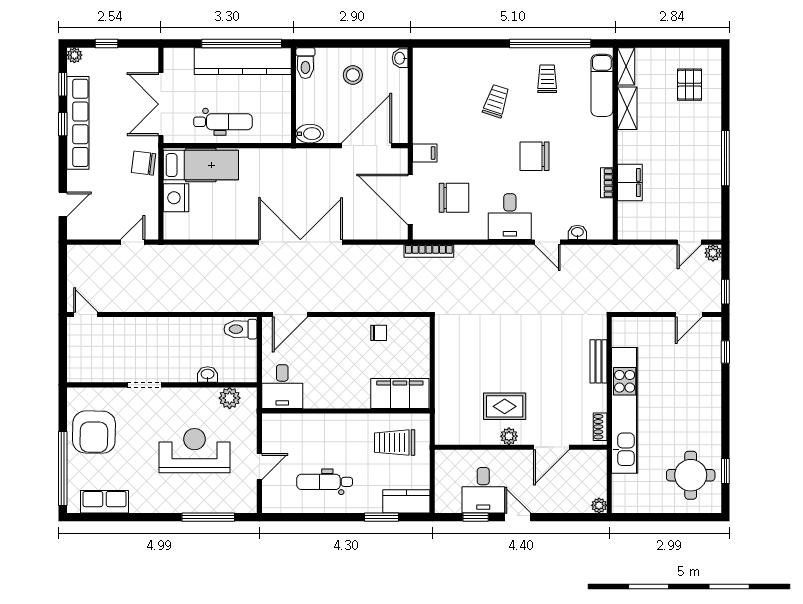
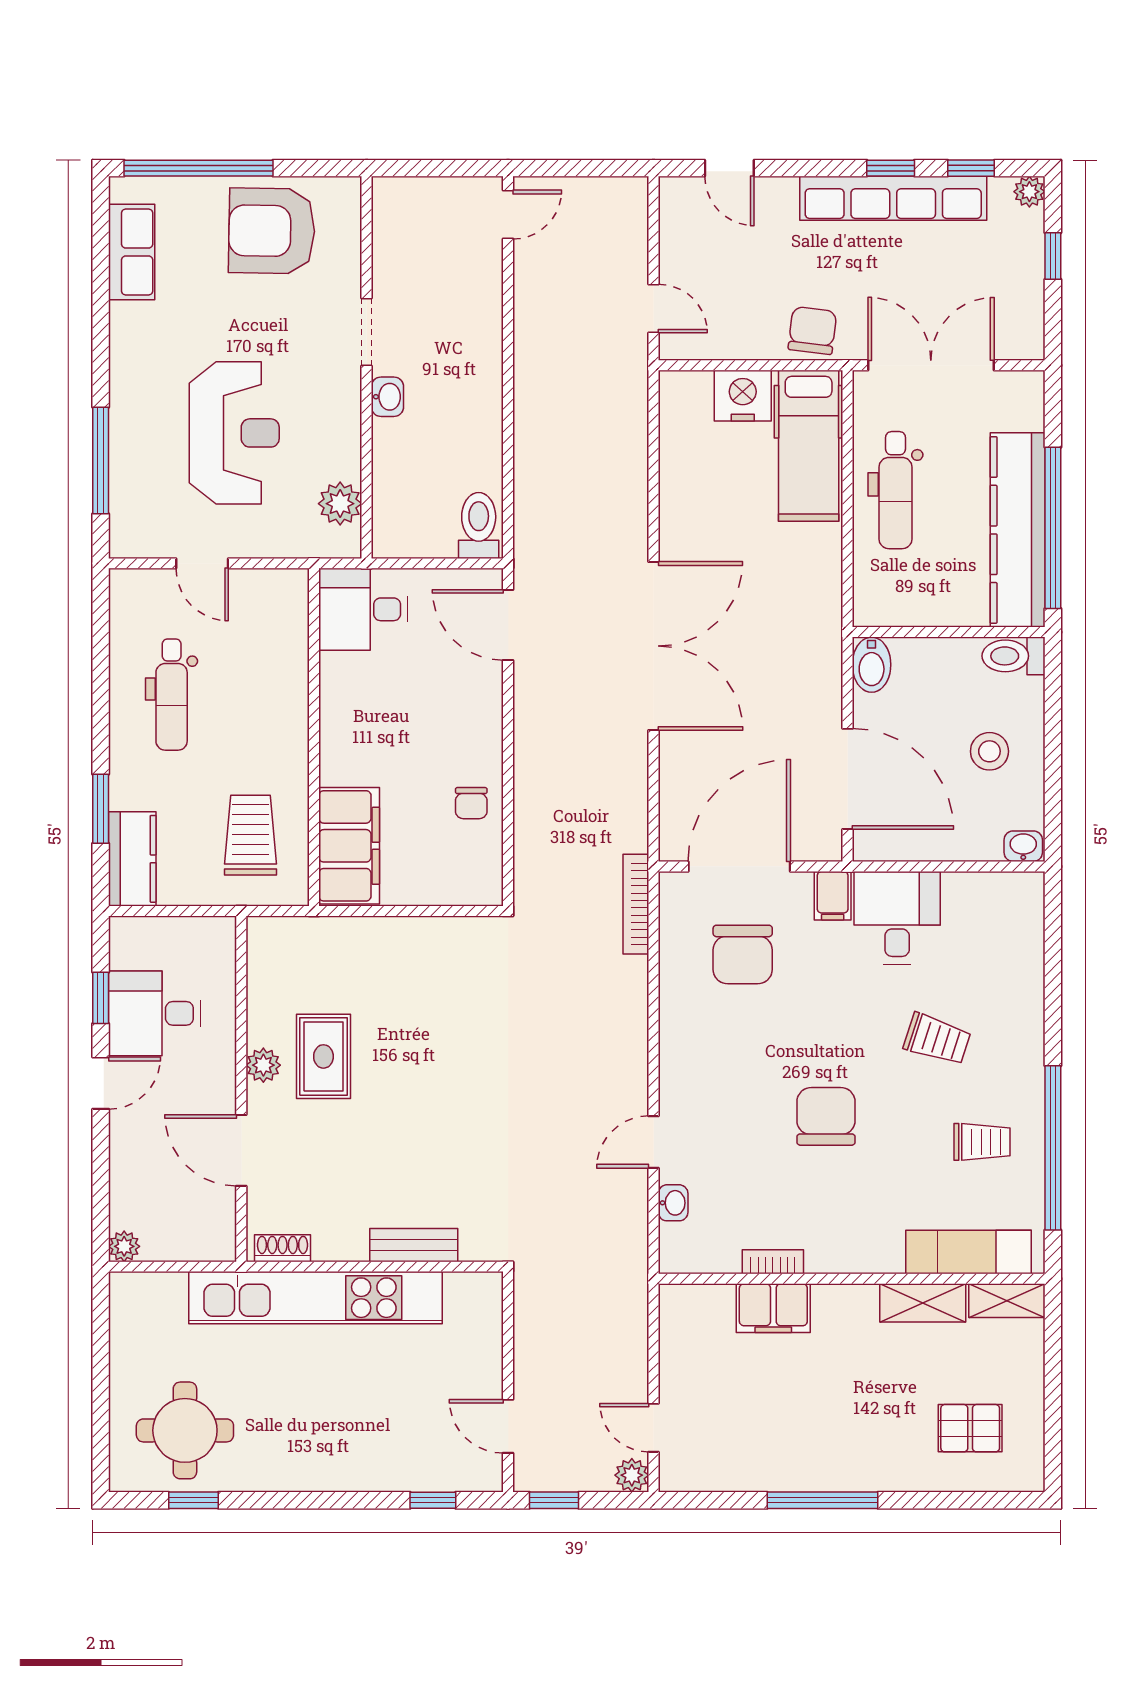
desk: (510, 217) -> (897, 918), moved, turned 90
washbasin: (208, 374) -> (387, 397), moved
dental chair: (325, 482) -> (172, 695), turned 180

